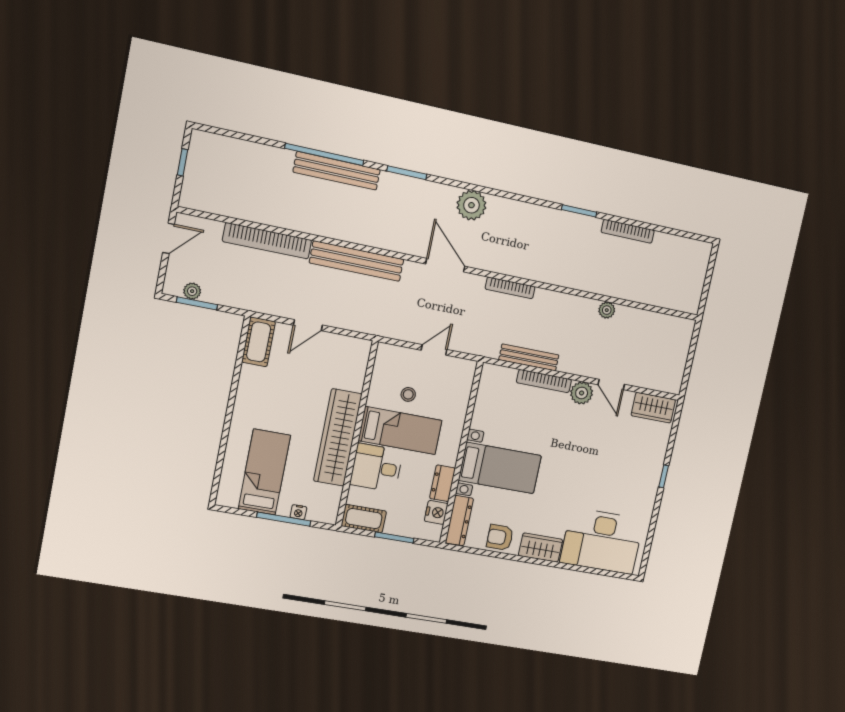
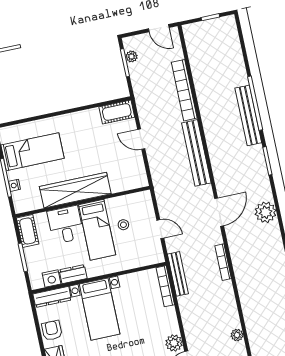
bench: (529, 357) -> (178, 274), moved
bookcase: (544, 381) -> (165, 286), moved

